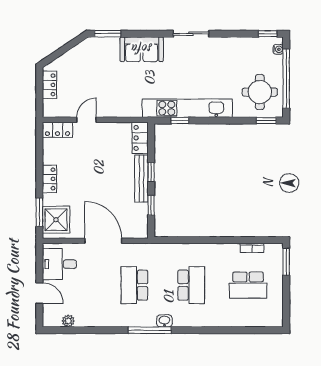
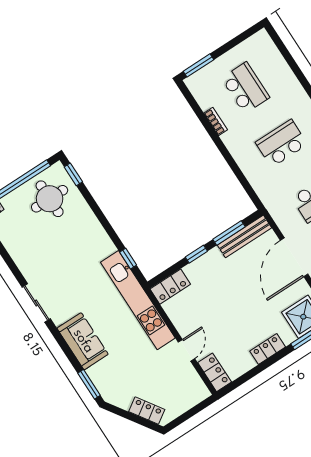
locker: (49, 85) -> (147, 411), moved, turned 56
kitchen unit: (187, 108) -> (138, 300), moved
door: (86, 120) -> (186, 350), swing flipped
bench: (141, 179) -> (244, 236), moved
window: (151, 205) -> (229, 233), width x1.50
bookcase: (252, 248) -> (216, 121), moved

